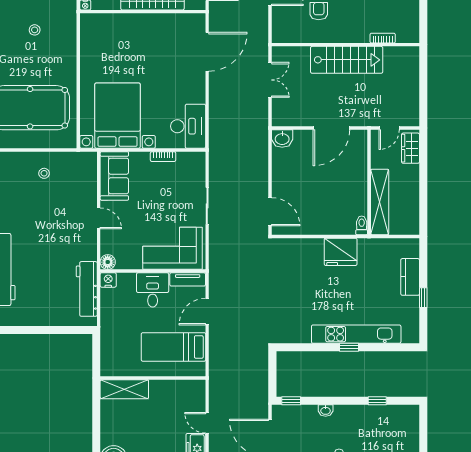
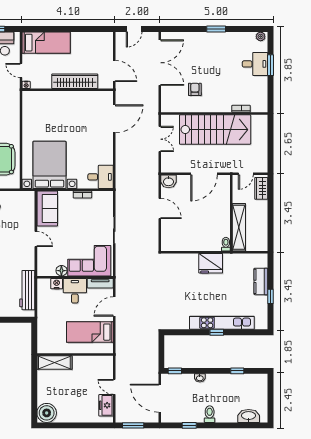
stairs: (347, 60) -> (215, 130), width x1.36, depth x1.51
desk: (188, 126) -> (101, 177), width x0.73
door: (270, 212) -> (160, 208), moved
floor lamp: (108, 262) -> (61, 271), moved
nightstand: (108, 280) -> (57, 284), moved

